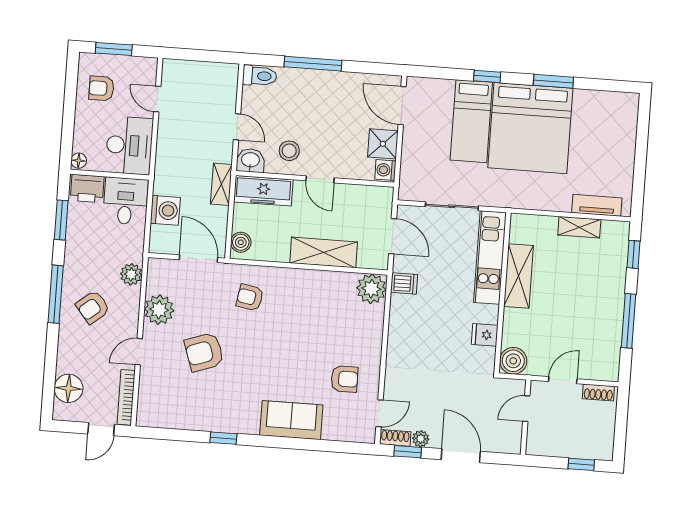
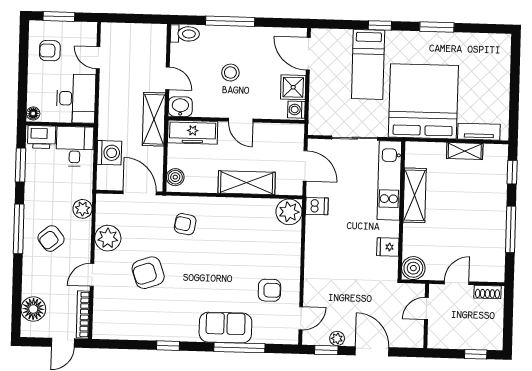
bed: (530, 128) -> (423, 101), moved, turned 180
stool: (289, 151) -> (230, 73), moved
shelving: (221, 184) -> (154, 119), width x1.50, depth x1.33
shoe rack: (395, 438) -> (315, 339), removed
window: (307, 444) -> (239, 348), added

